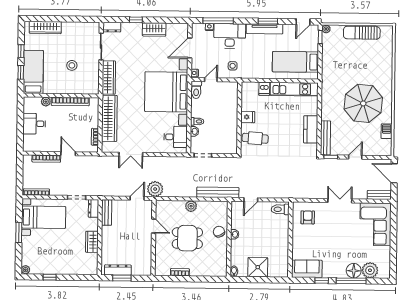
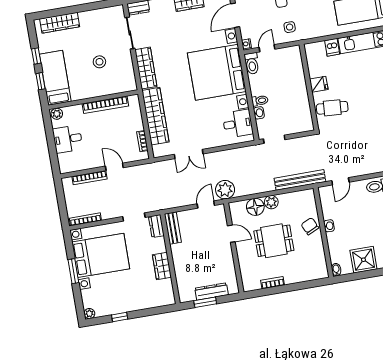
plant: (46, 102) -> (57, 114), moved
floor lamp: (177, 208) -> (255, 207), added
bed with nightstands: (44, 217) -> (101, 255), width x1.36
dresser: (118, 270) -> (212, 291), moved

